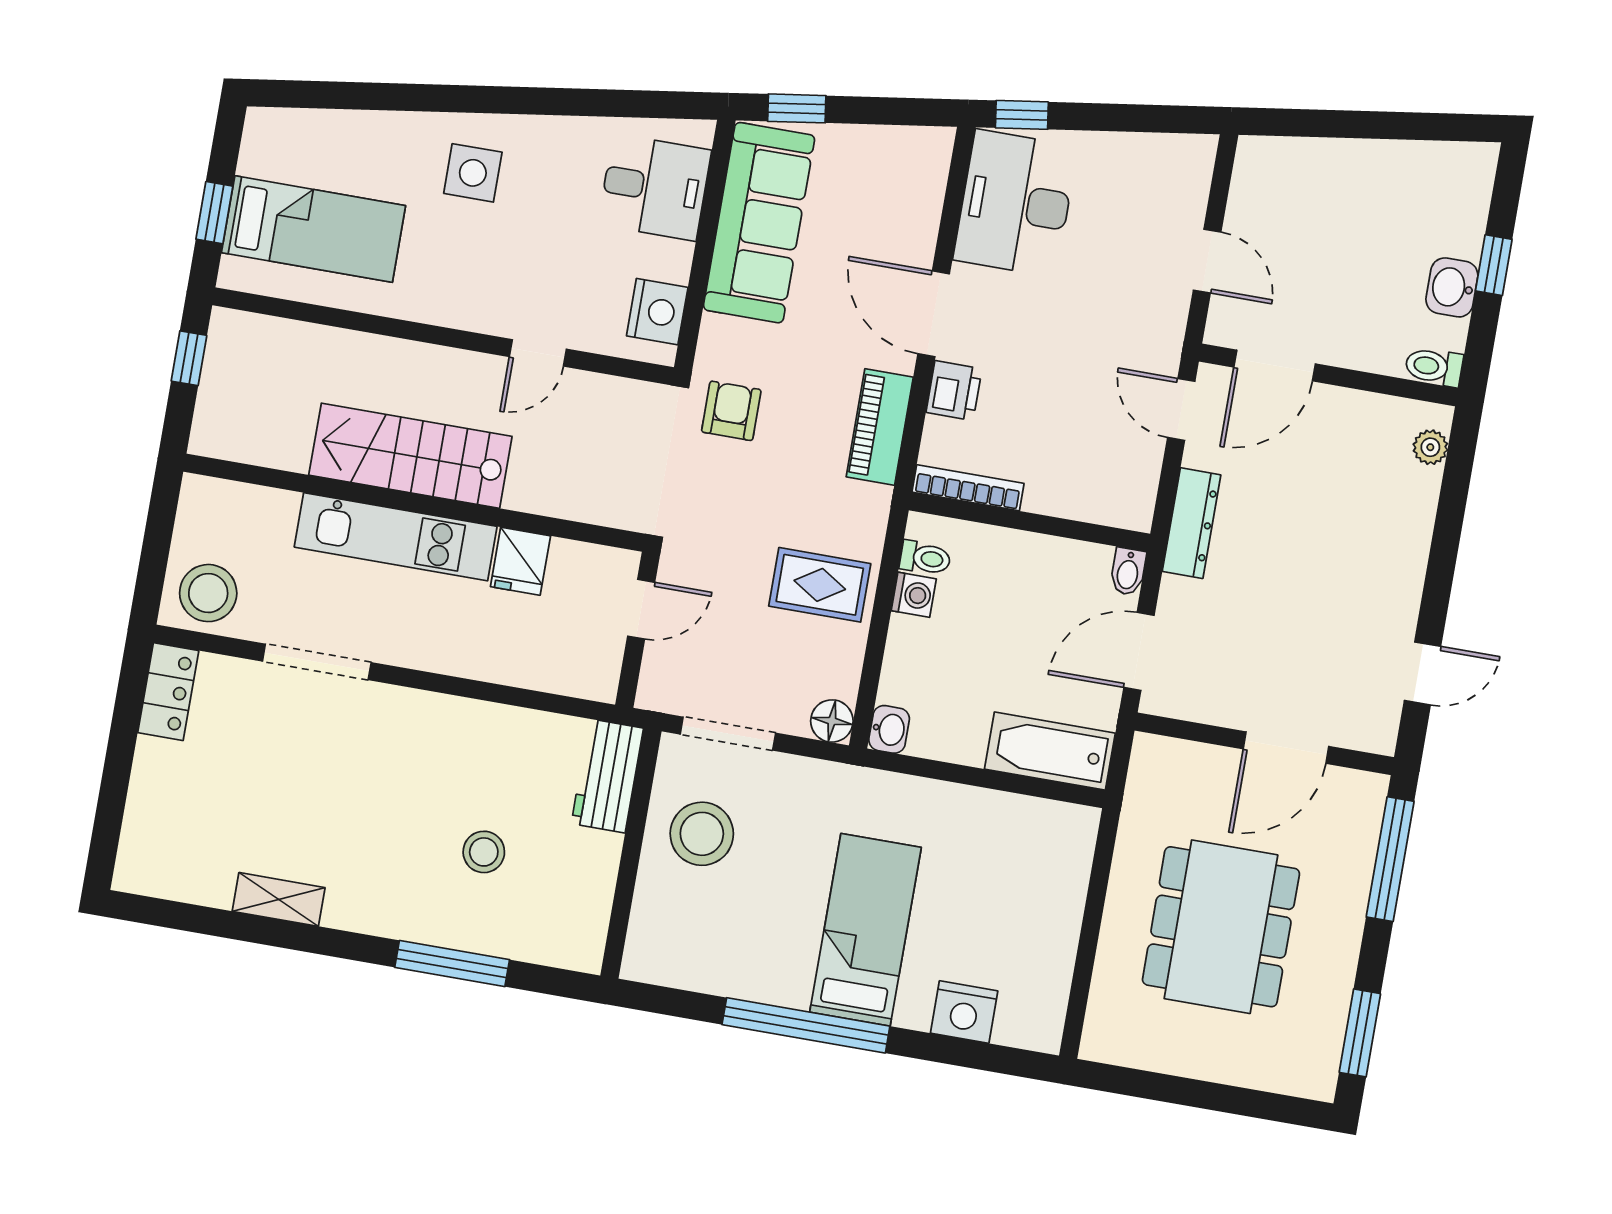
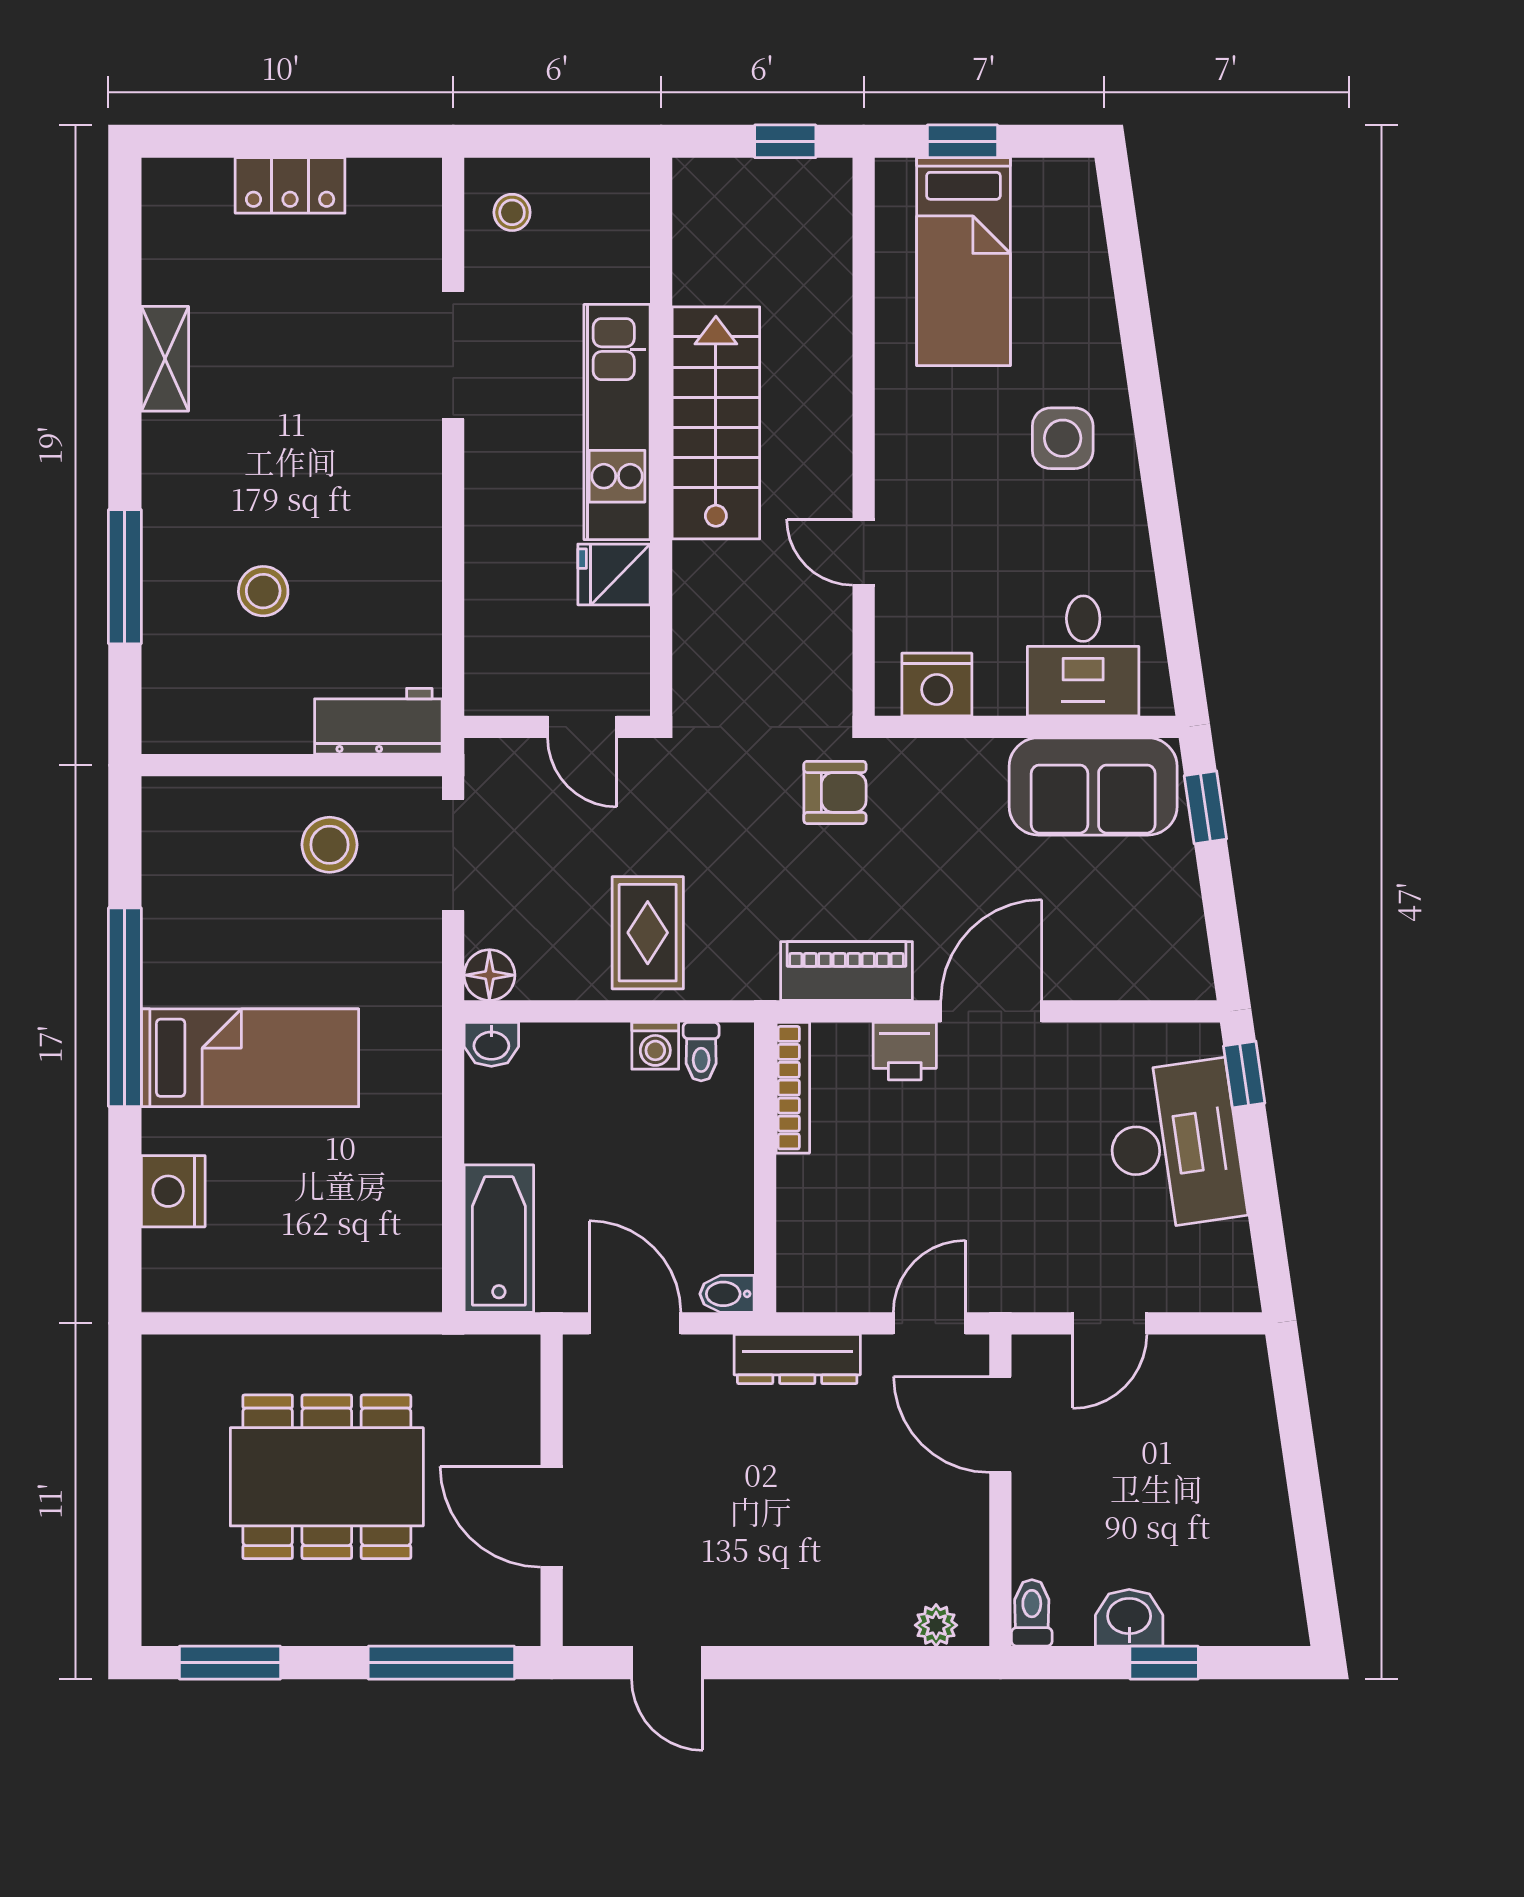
desk: (1015, 203) -> (1174, 1145), moved, turned 82
sofa: (759, 223) -> (1093, 786), width x0.73
stool: (208, 593) -> (512, 212), width x0.53, depth x0.53
locker: (168, 692) -> (290, 185), moved
stool: (702, 834) -> (330, 845), width x0.73, depth x0.73

